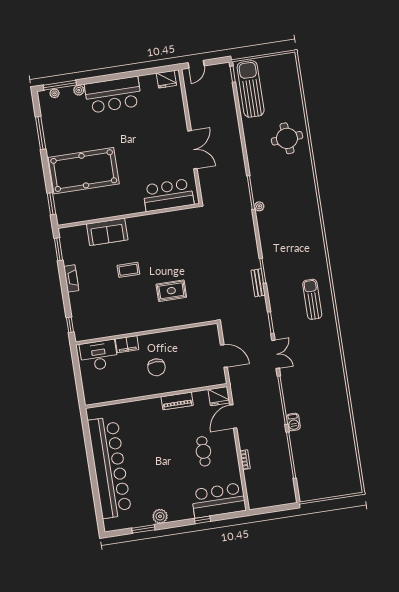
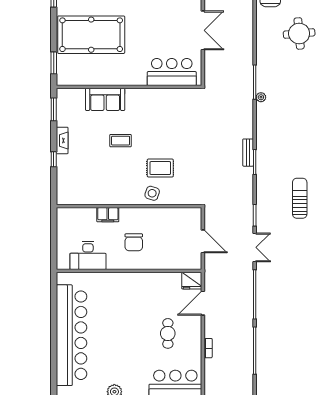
bench: (258, 283) -> (248, 153), moved
side table: (167, 317) -> (152, 193), added
window: (70, 325) -> (54, 159), moved
desk: (99, 355) -> (88, 255), moved, turned 180
piano: (177, 401) -> (149, 279), removed
barbecue: (293, 422) -> (262, 318), removed

